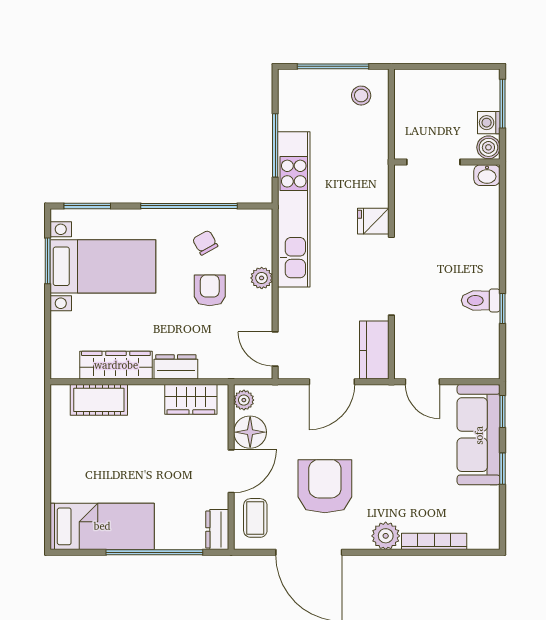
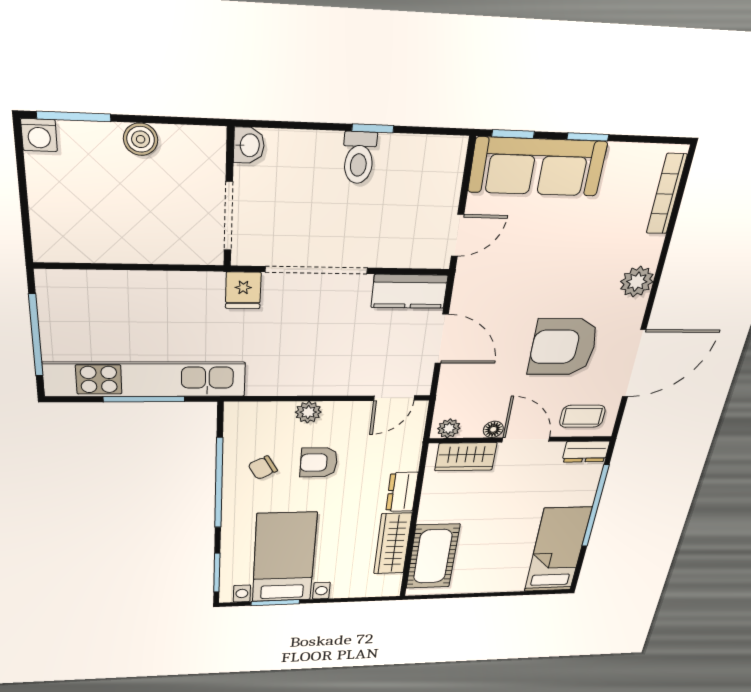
stool: (361, 96) -> (73, 303), removed
washing machine: (489, 123) -> (39, 135), moved
doorway: (433, 162) -> (228, 216), moved
wall: (447, 162) -> (229, 199), moved
washbasin: (487, 175) -> (249, 145), moved
kitchen unit: (294, 209) -> (145, 379), moved
wardrobe: (191, 399) -> (466, 457), moved, turned 90
cot: (99, 400) -> (433, 556), width x1.37, depth x1.34
floor lamp: (250, 432) -> (493, 429), width x0.53, depth x0.53
bookcase: (434, 541) -> (667, 194), moved

